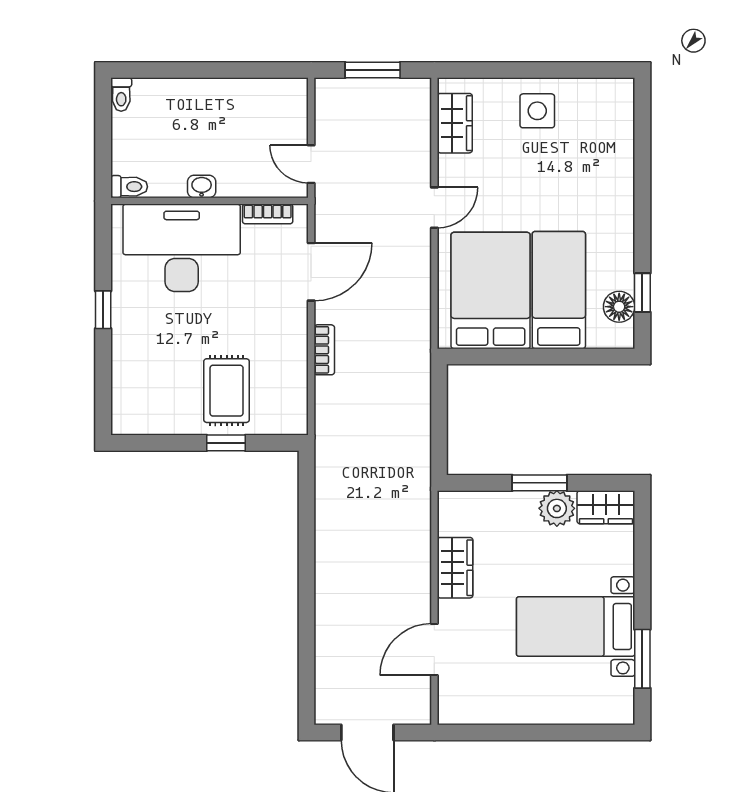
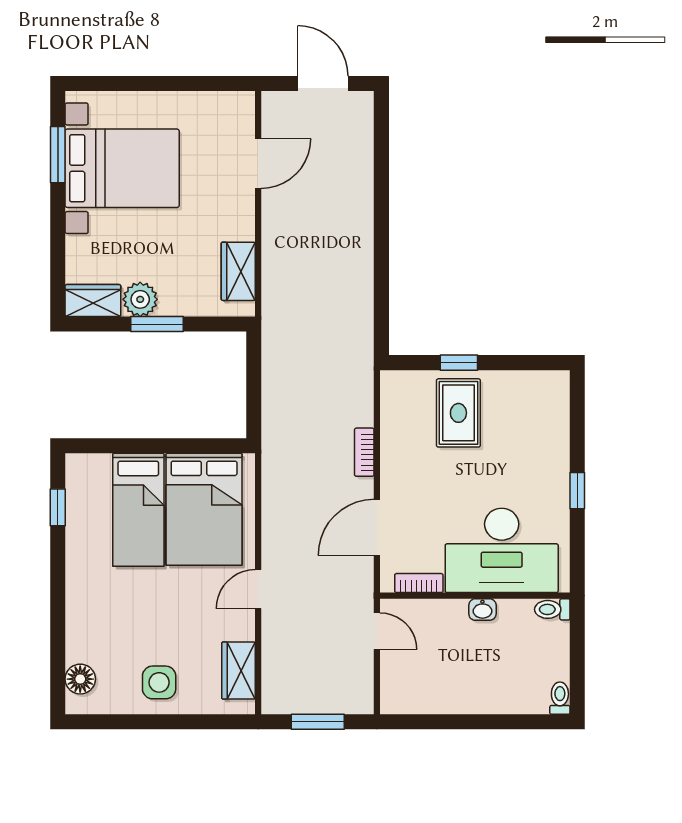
floor lamp: (619, 307) -> (80, 679), moved
wardrobe: (455, 568) -> (238, 271), moved
bed with nightstands: (576, 627) -> (122, 168), width x1.36

